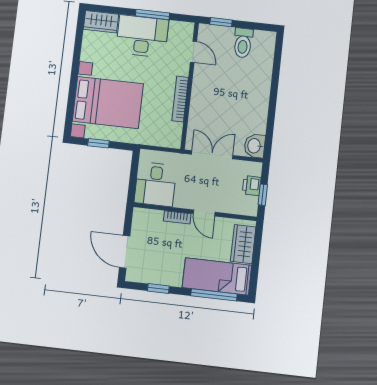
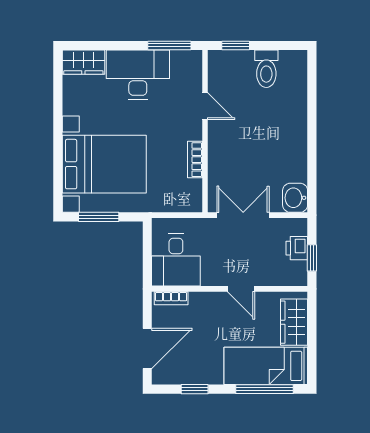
window: (152, 14) -> (169, 45), moved
door: (193, 52) -> (205, 106), moved
bookcase: (180, 99) -> (195, 160), width x0.64
window: (98, 143) -> (99, 217), width x1.50
bookcase: (177, 217) -> (171, 298), moved
door: (125, 252) -> (147, 349), swing flipped

